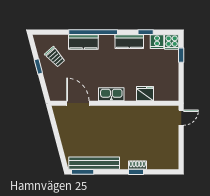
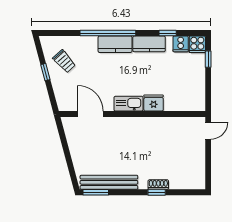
kitchen counter: (83, 42) -> (115, 44), moved
fridge: (145, 94) -> (154, 103), moved

